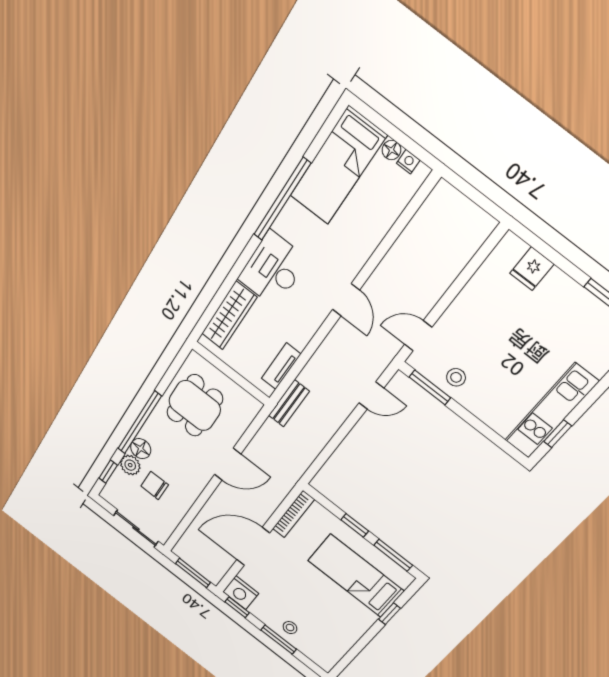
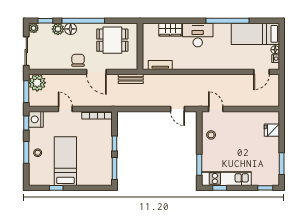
door: (346, 300) -> (261, 72), moved
wardrobe: (229, 316) -> (170, 30), width x0.67
window: (430, 387) -> (199, 165), moved
bench: (289, 403) -> (131, 79), moved
chair: (155, 485) -> (78, 60), moved
plant: (109, 494) -> (34, 28), added
door: (253, 546) -> (65, 109), width x0.53
plant: (190, 550) -> (37, 83), added
bed: (356, 576) -> (65, 161), moved
window: (389, 614) -> (56, 188), moved

